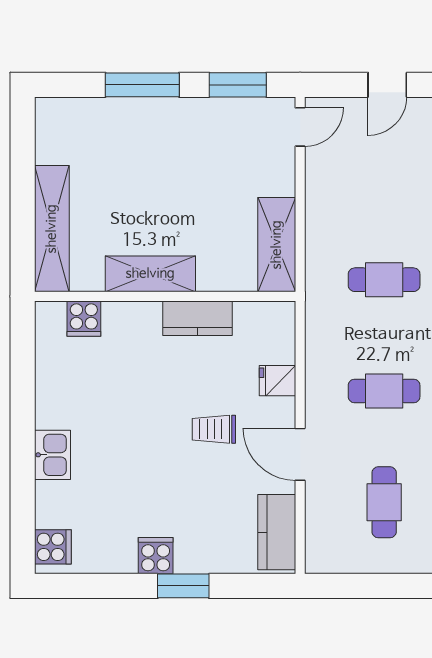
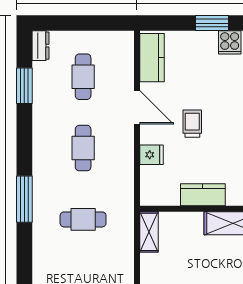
shelving: (277, 245) -> (149, 232), width x0.67, depth x0.75
cafe table: (384, 391) -> (83, 148), turned 90
trolley: (214, 429) -> (192, 124), turned -90

